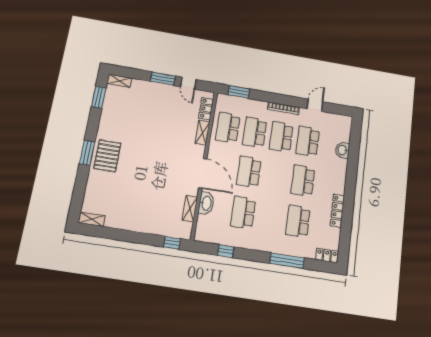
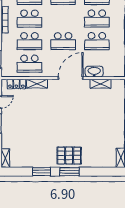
window: (99, 97) -> (42, 172), moved
school desk: (271, 217) -> (97, 19), added

